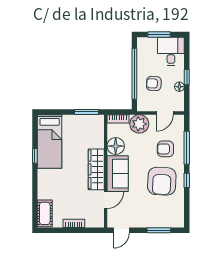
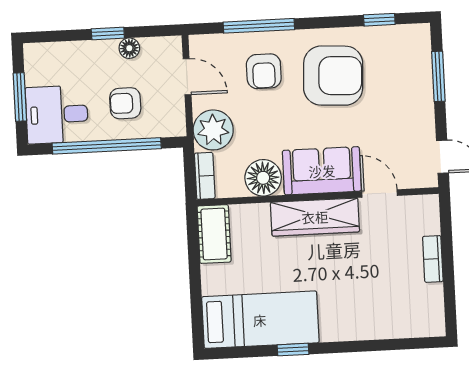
desk: (171, 51) -> (57, 114), moved
armchair: (154, 83) -> (125, 103), turned 87
window: (86, 112) -> (193, 244), removed
window: (187, 180) -> (379, 20), moved
cot: (45, 213) -> (214, 234), moved, turned 90

